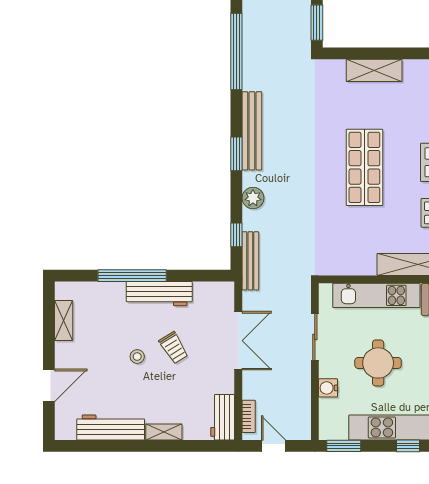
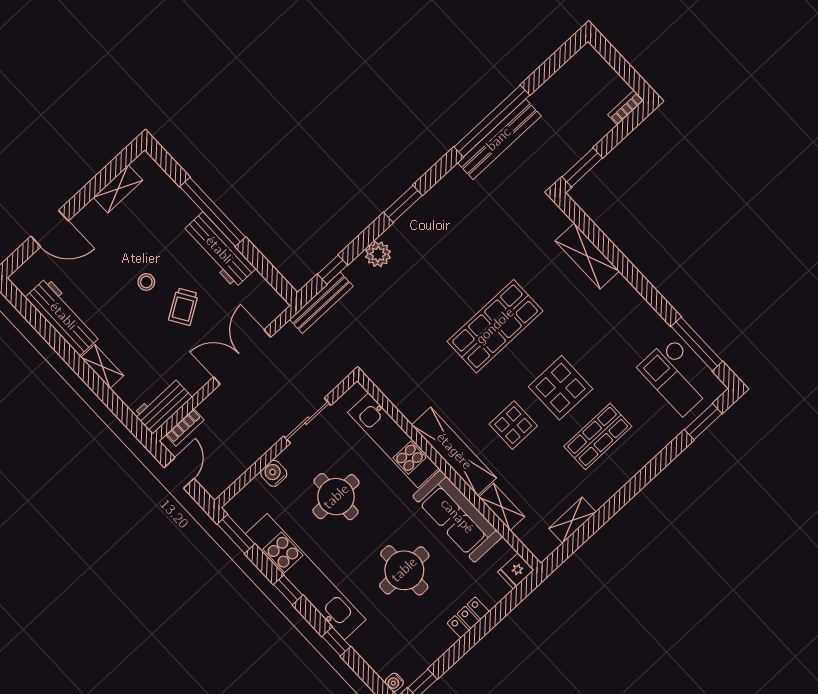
bench: (252, 131) -> (499, 139), moved
double door: (238, 341) -> (242, 357), swing flipped

